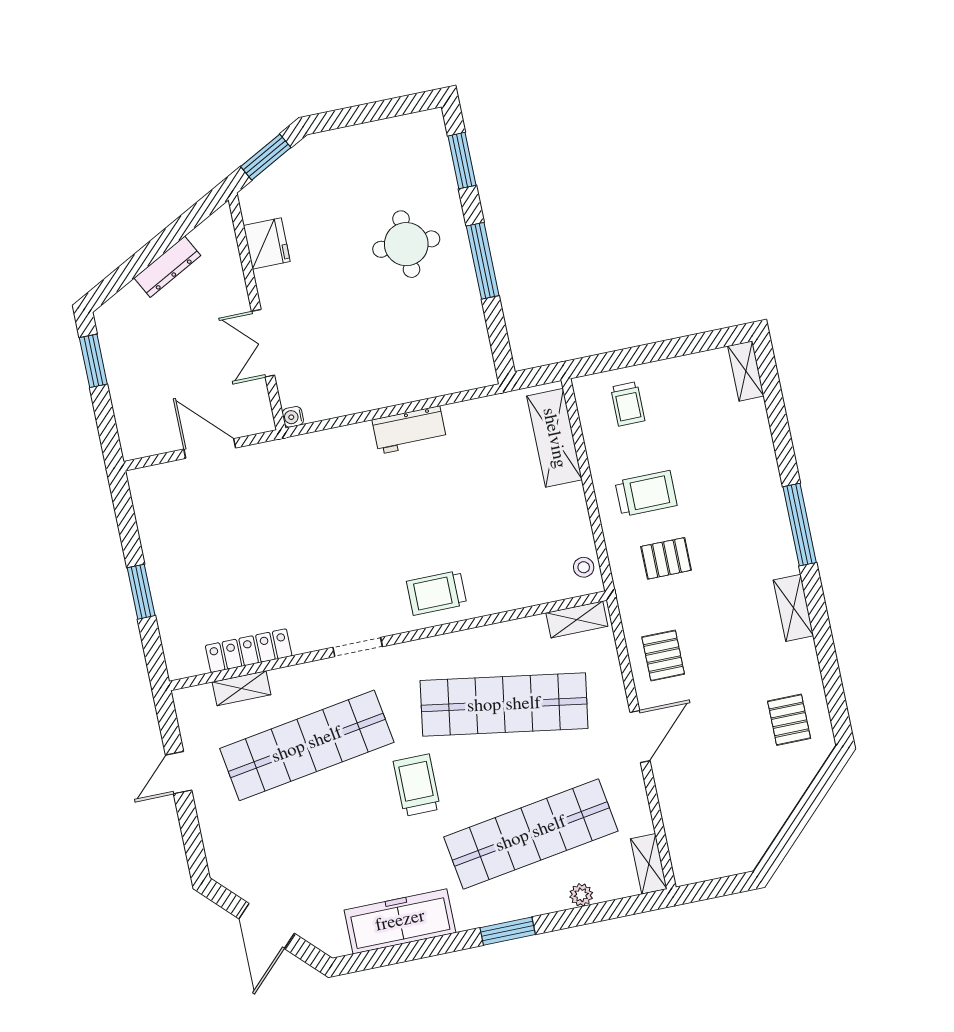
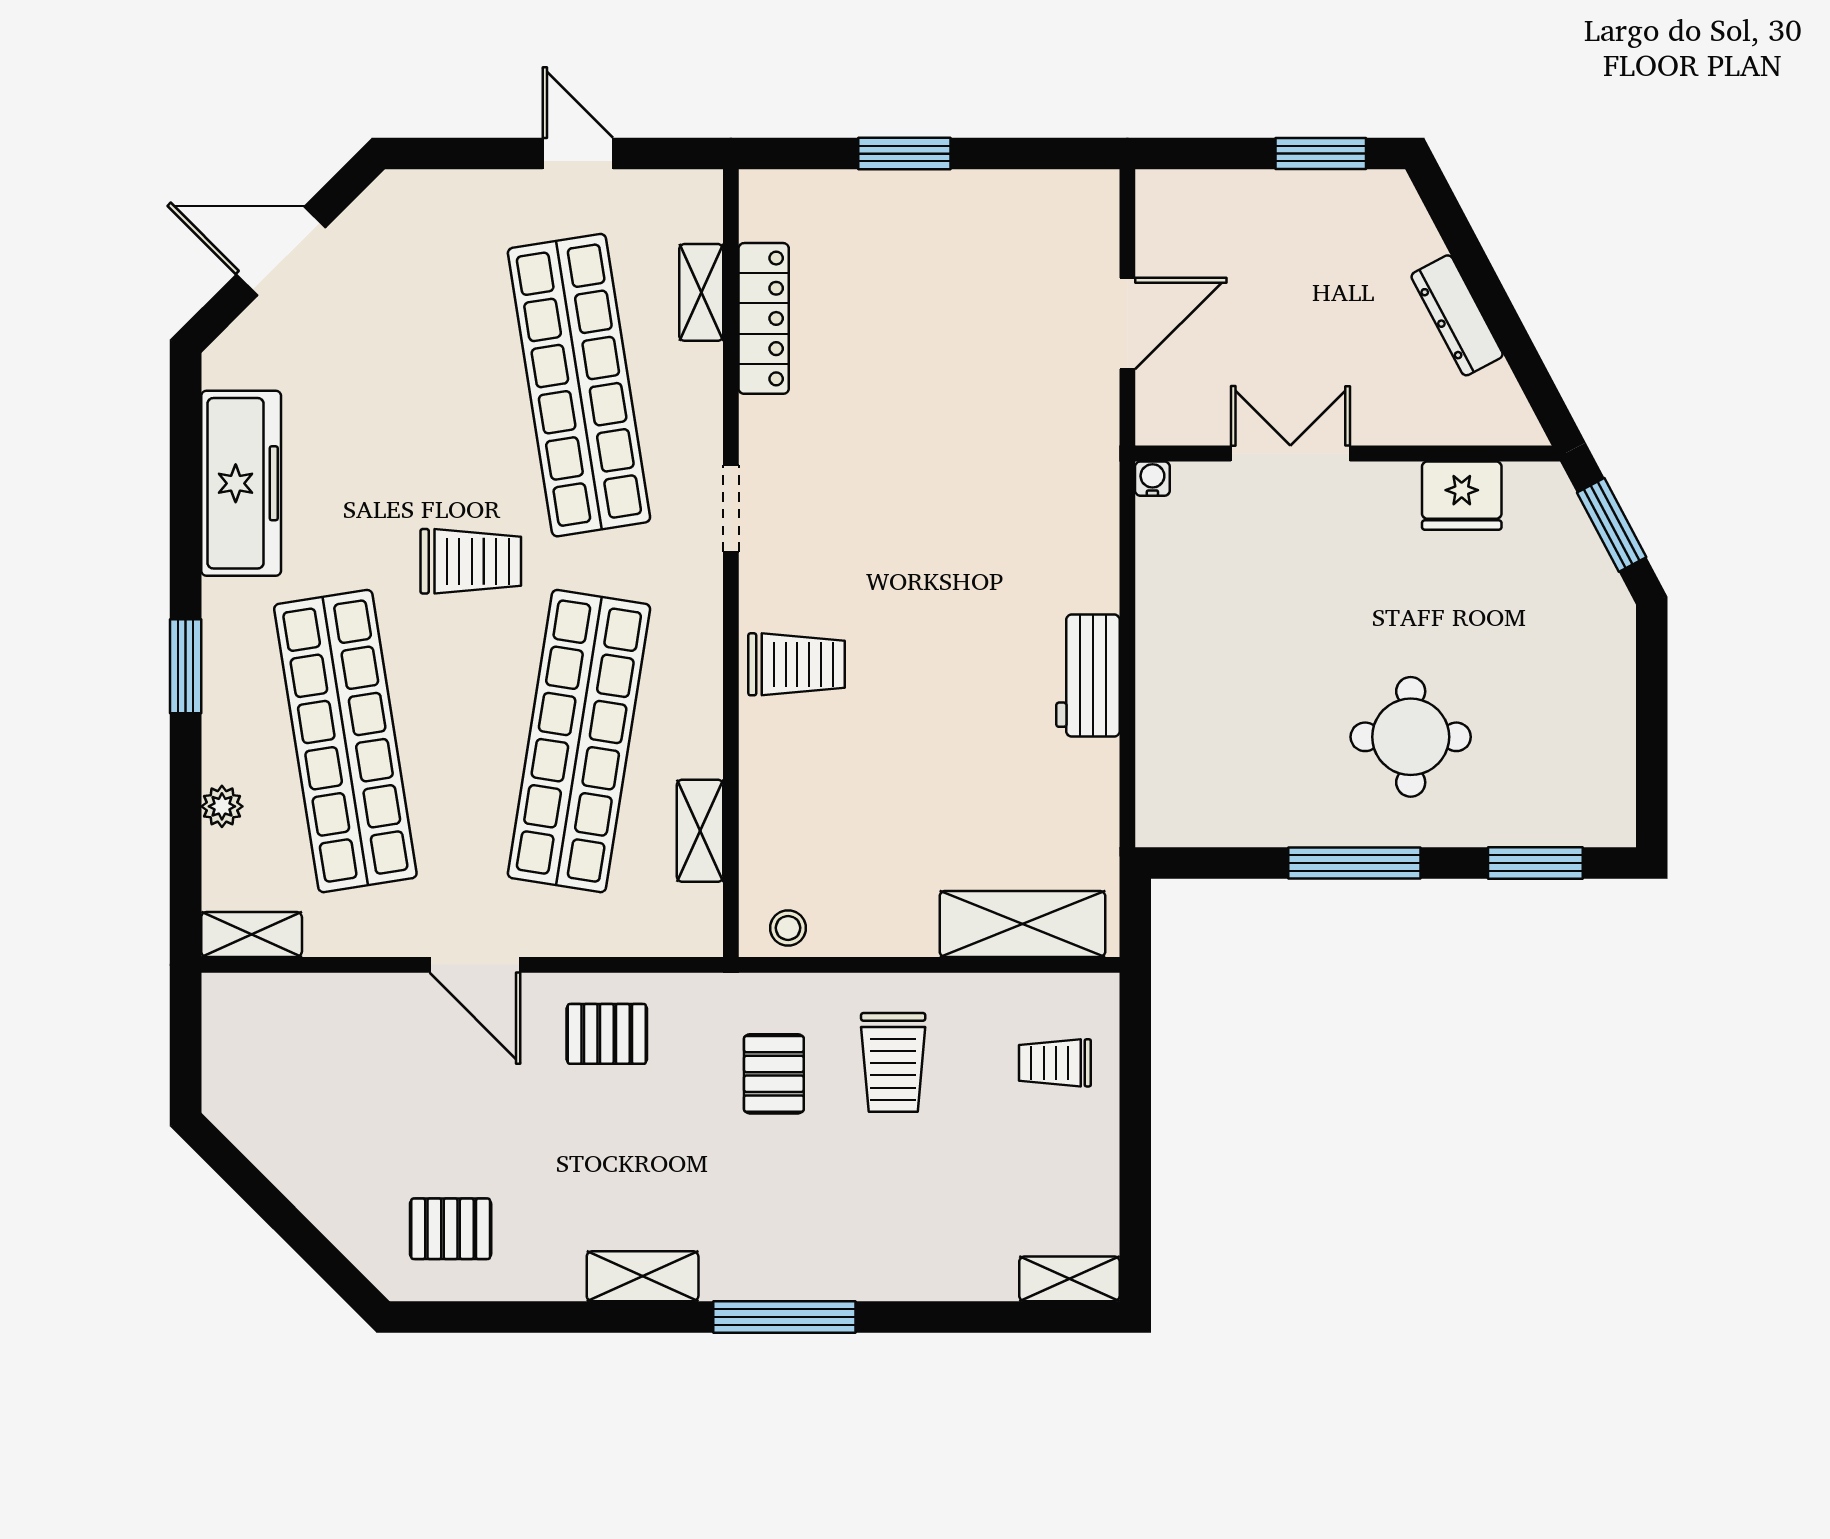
trolley: (437, 593) -> (797, 664), turned 90
shelving: (577, 620) -> (700, 831), moved

